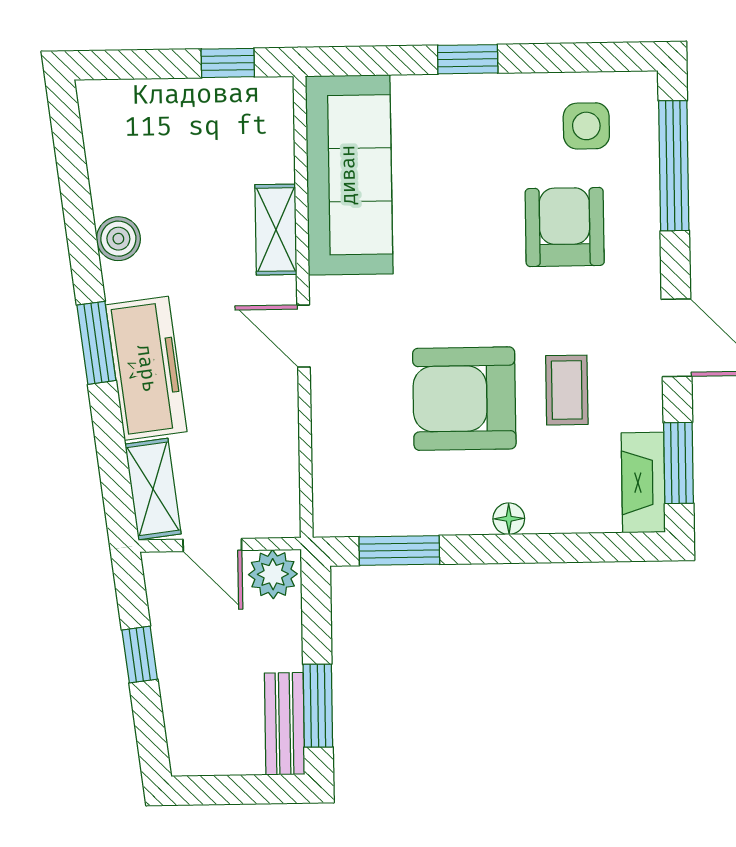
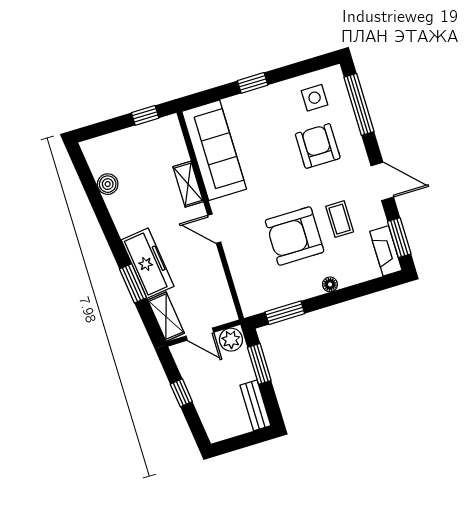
boiler: (118, 239) -> (108, 184), moved
window: (96, 343) -> (133, 283), moved
window: (318, 706) -> (259, 364), moved

